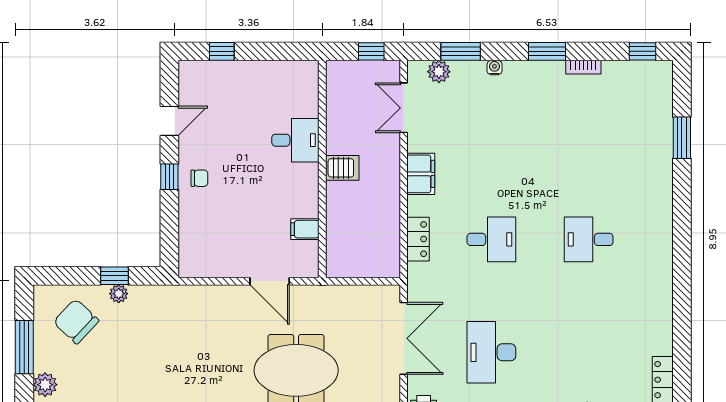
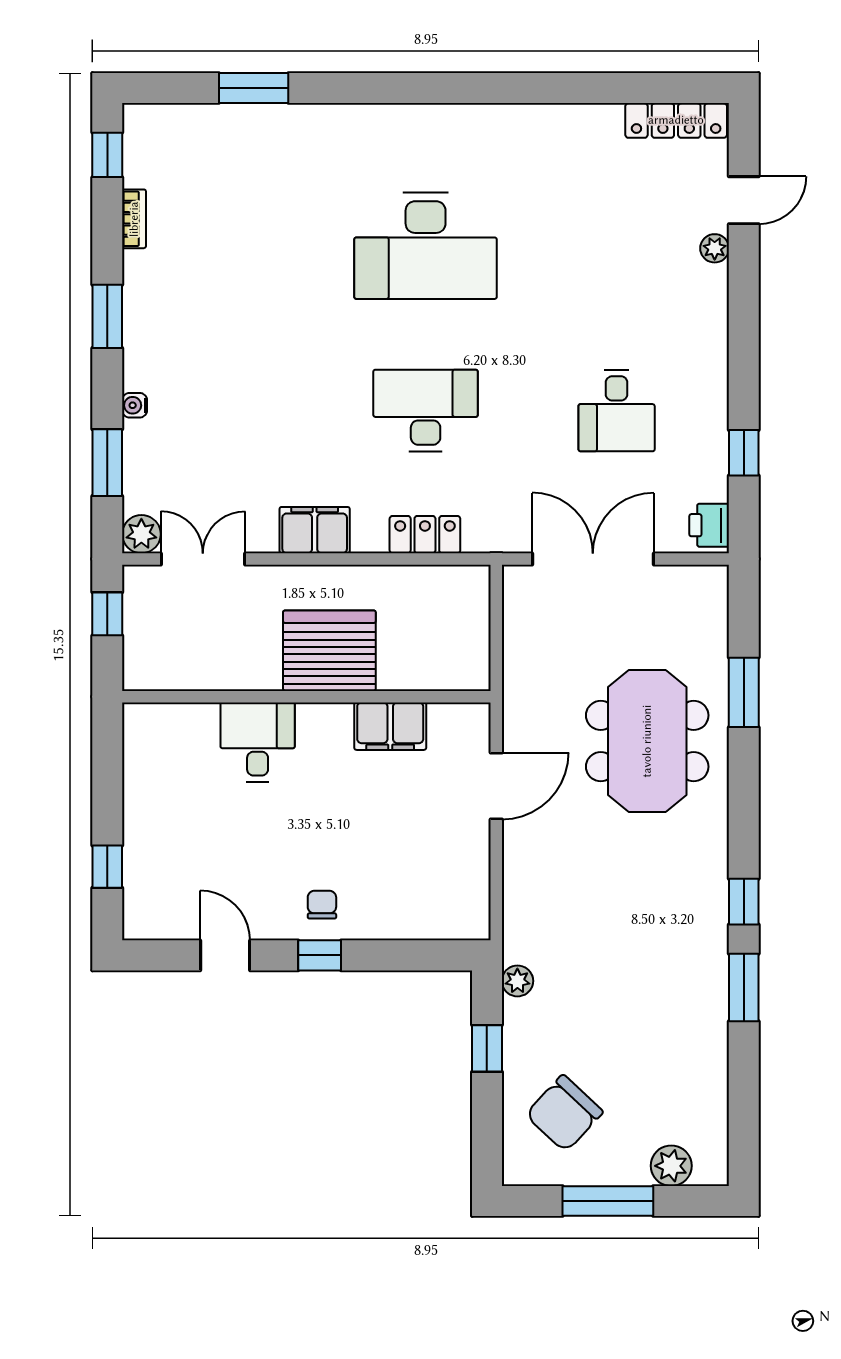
bookcase: (583, 67) -> (134, 219), moved
plant: (439, 72) -> (141, 534), moved
double door: (404, 108) -> (203, 559), swing flipped
server rack: (342, 168) -> (329, 651), width x2.18, depth x1.44
filing cabinet: (305, 229) -> (390, 726), width x2.00
desk: (491, 239) -> (426, 410), width x1.37
desk: (589, 239) -> (426, 246), width x1.87, depth x1.30
plant: (119, 294) -> (517, 981), moved
desk: (491, 352) -> (617, 410), width x0.73

